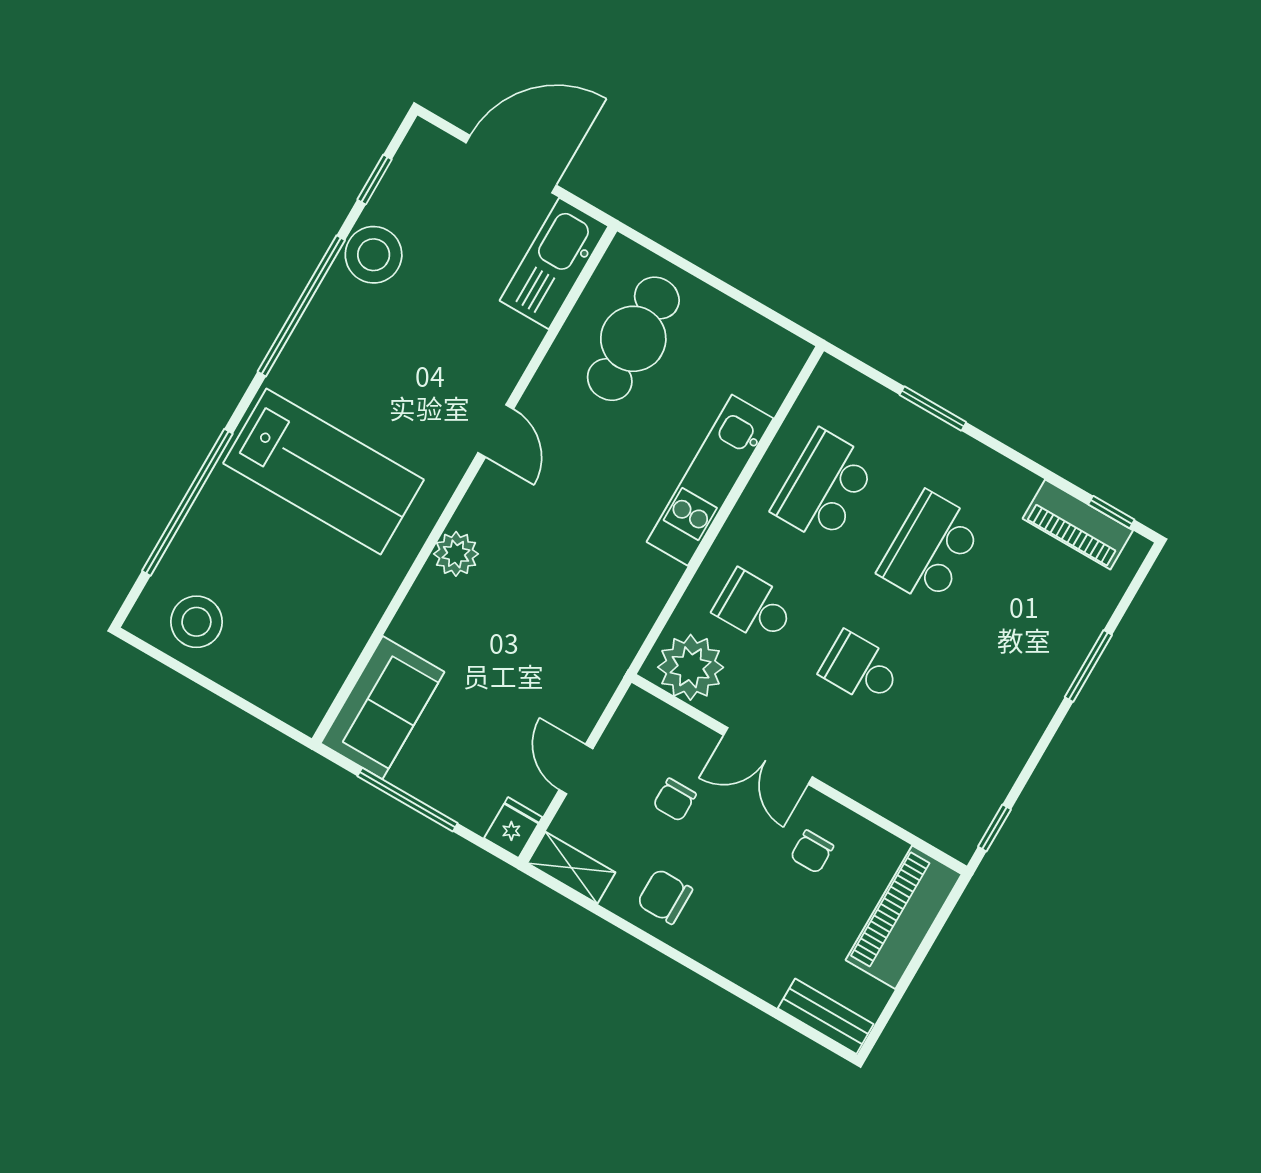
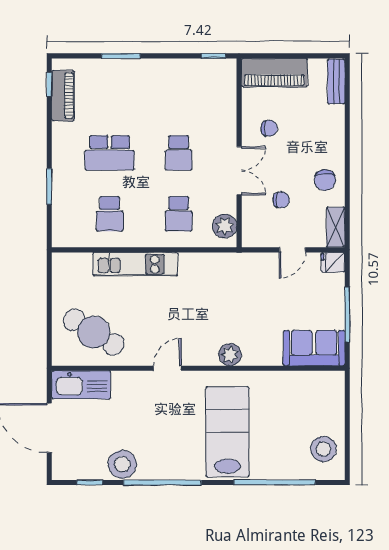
cafe table: (633, 339) -> (94, 332), turned 32
school desk: (824, 486) -> (110, 214), width x0.54
plant: (691, 667) -> (225, 226), width x0.73, depth x0.73

